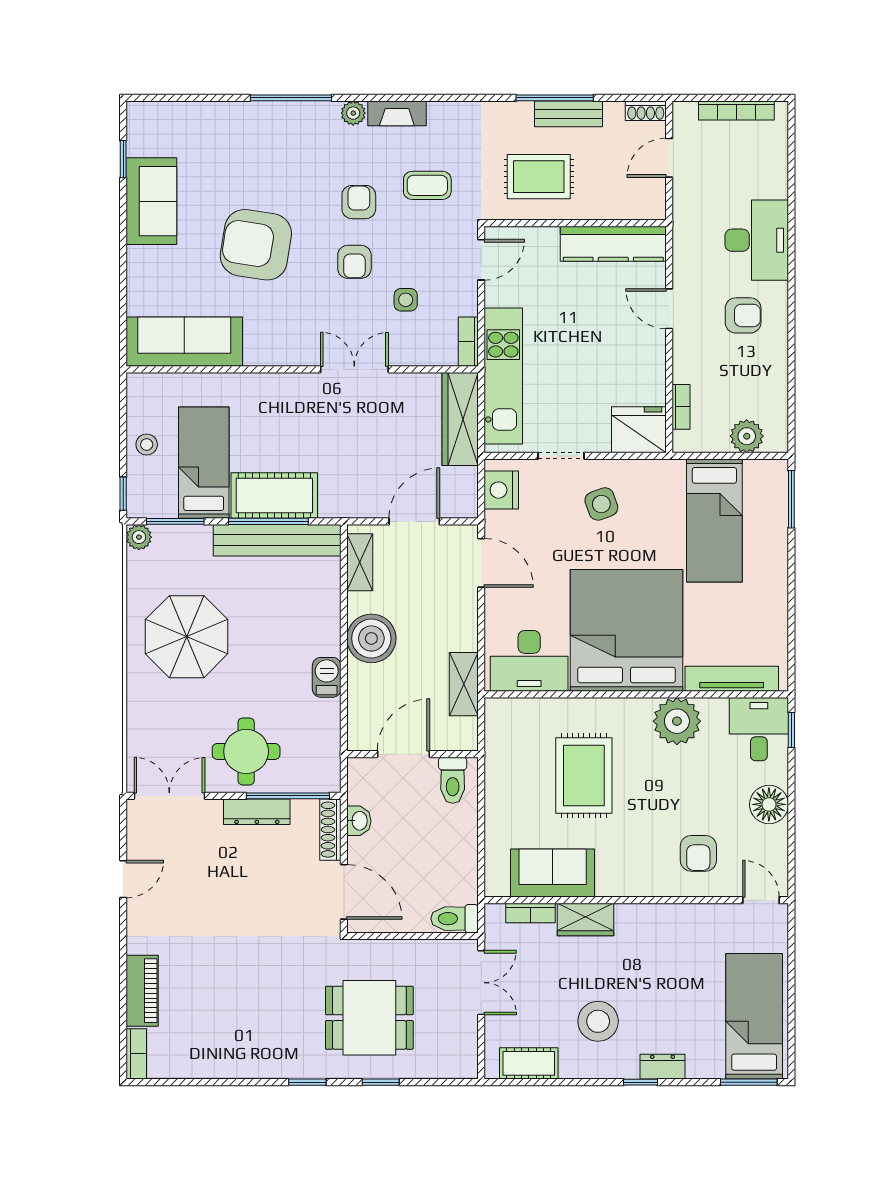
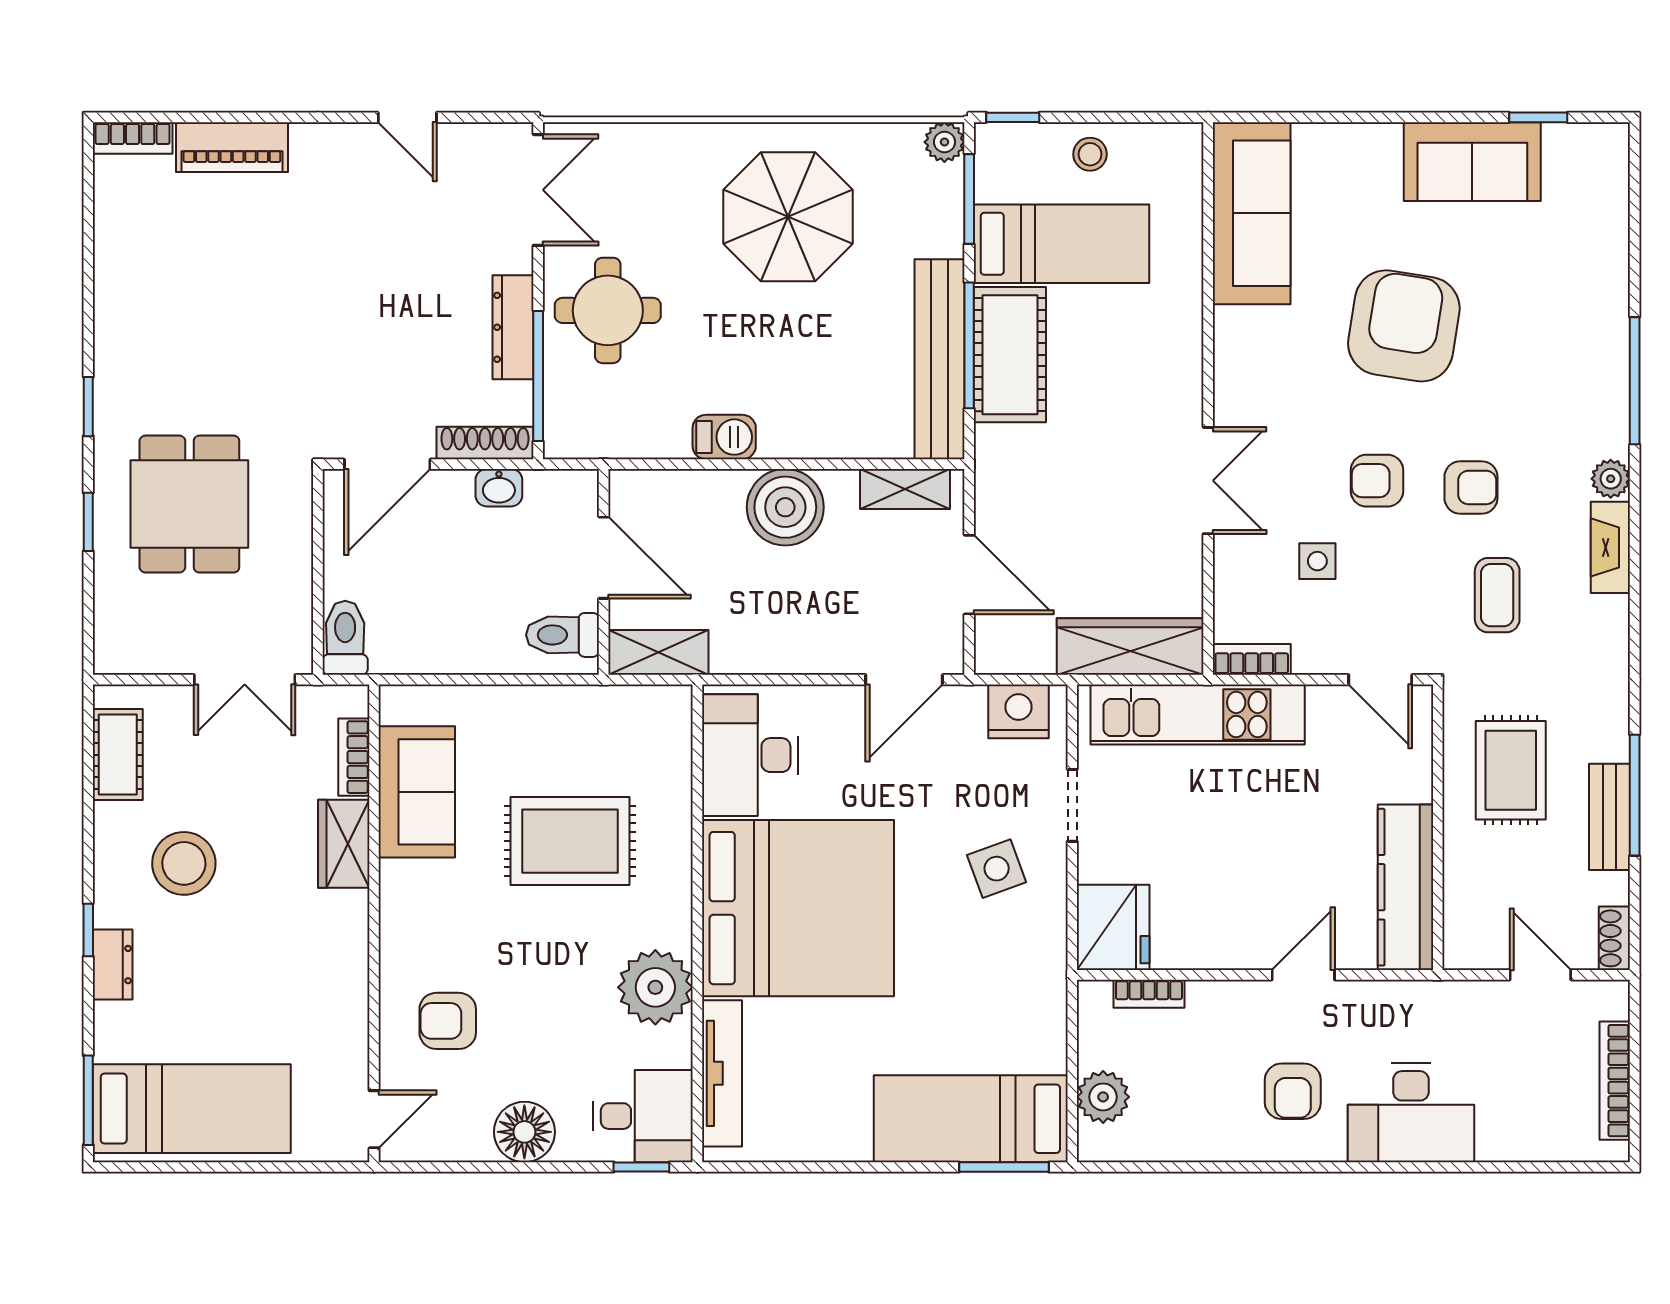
bed: (714, 520) -> (971, 1119), moved
shelving: (464, 684) -> (658, 652), moved

